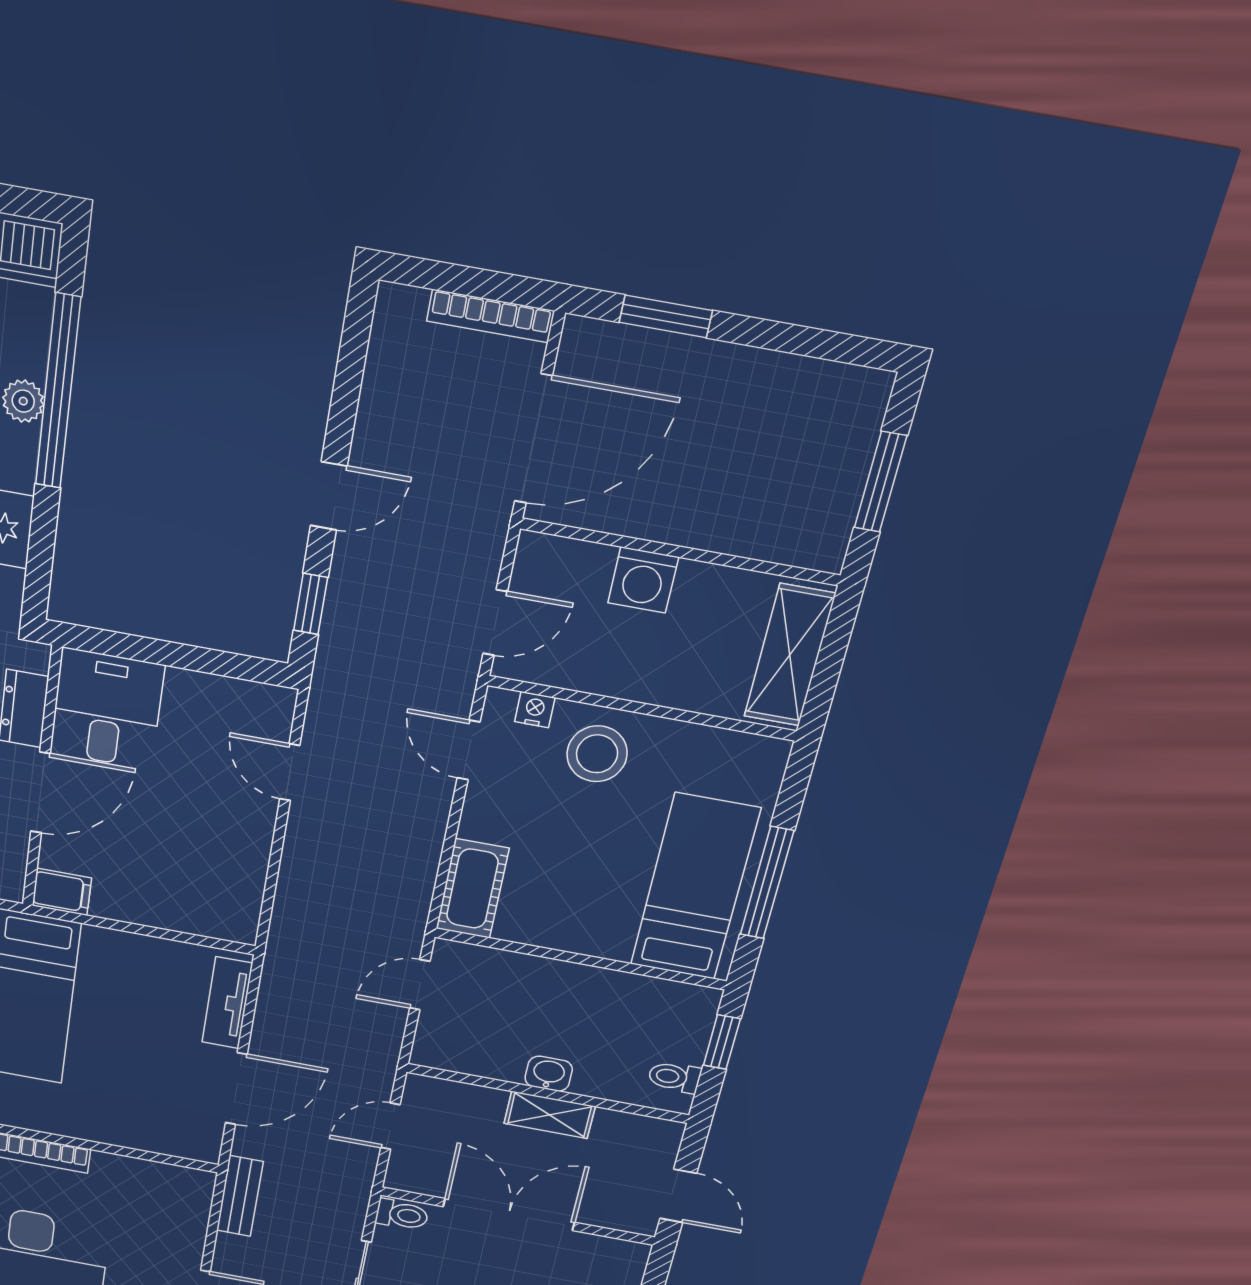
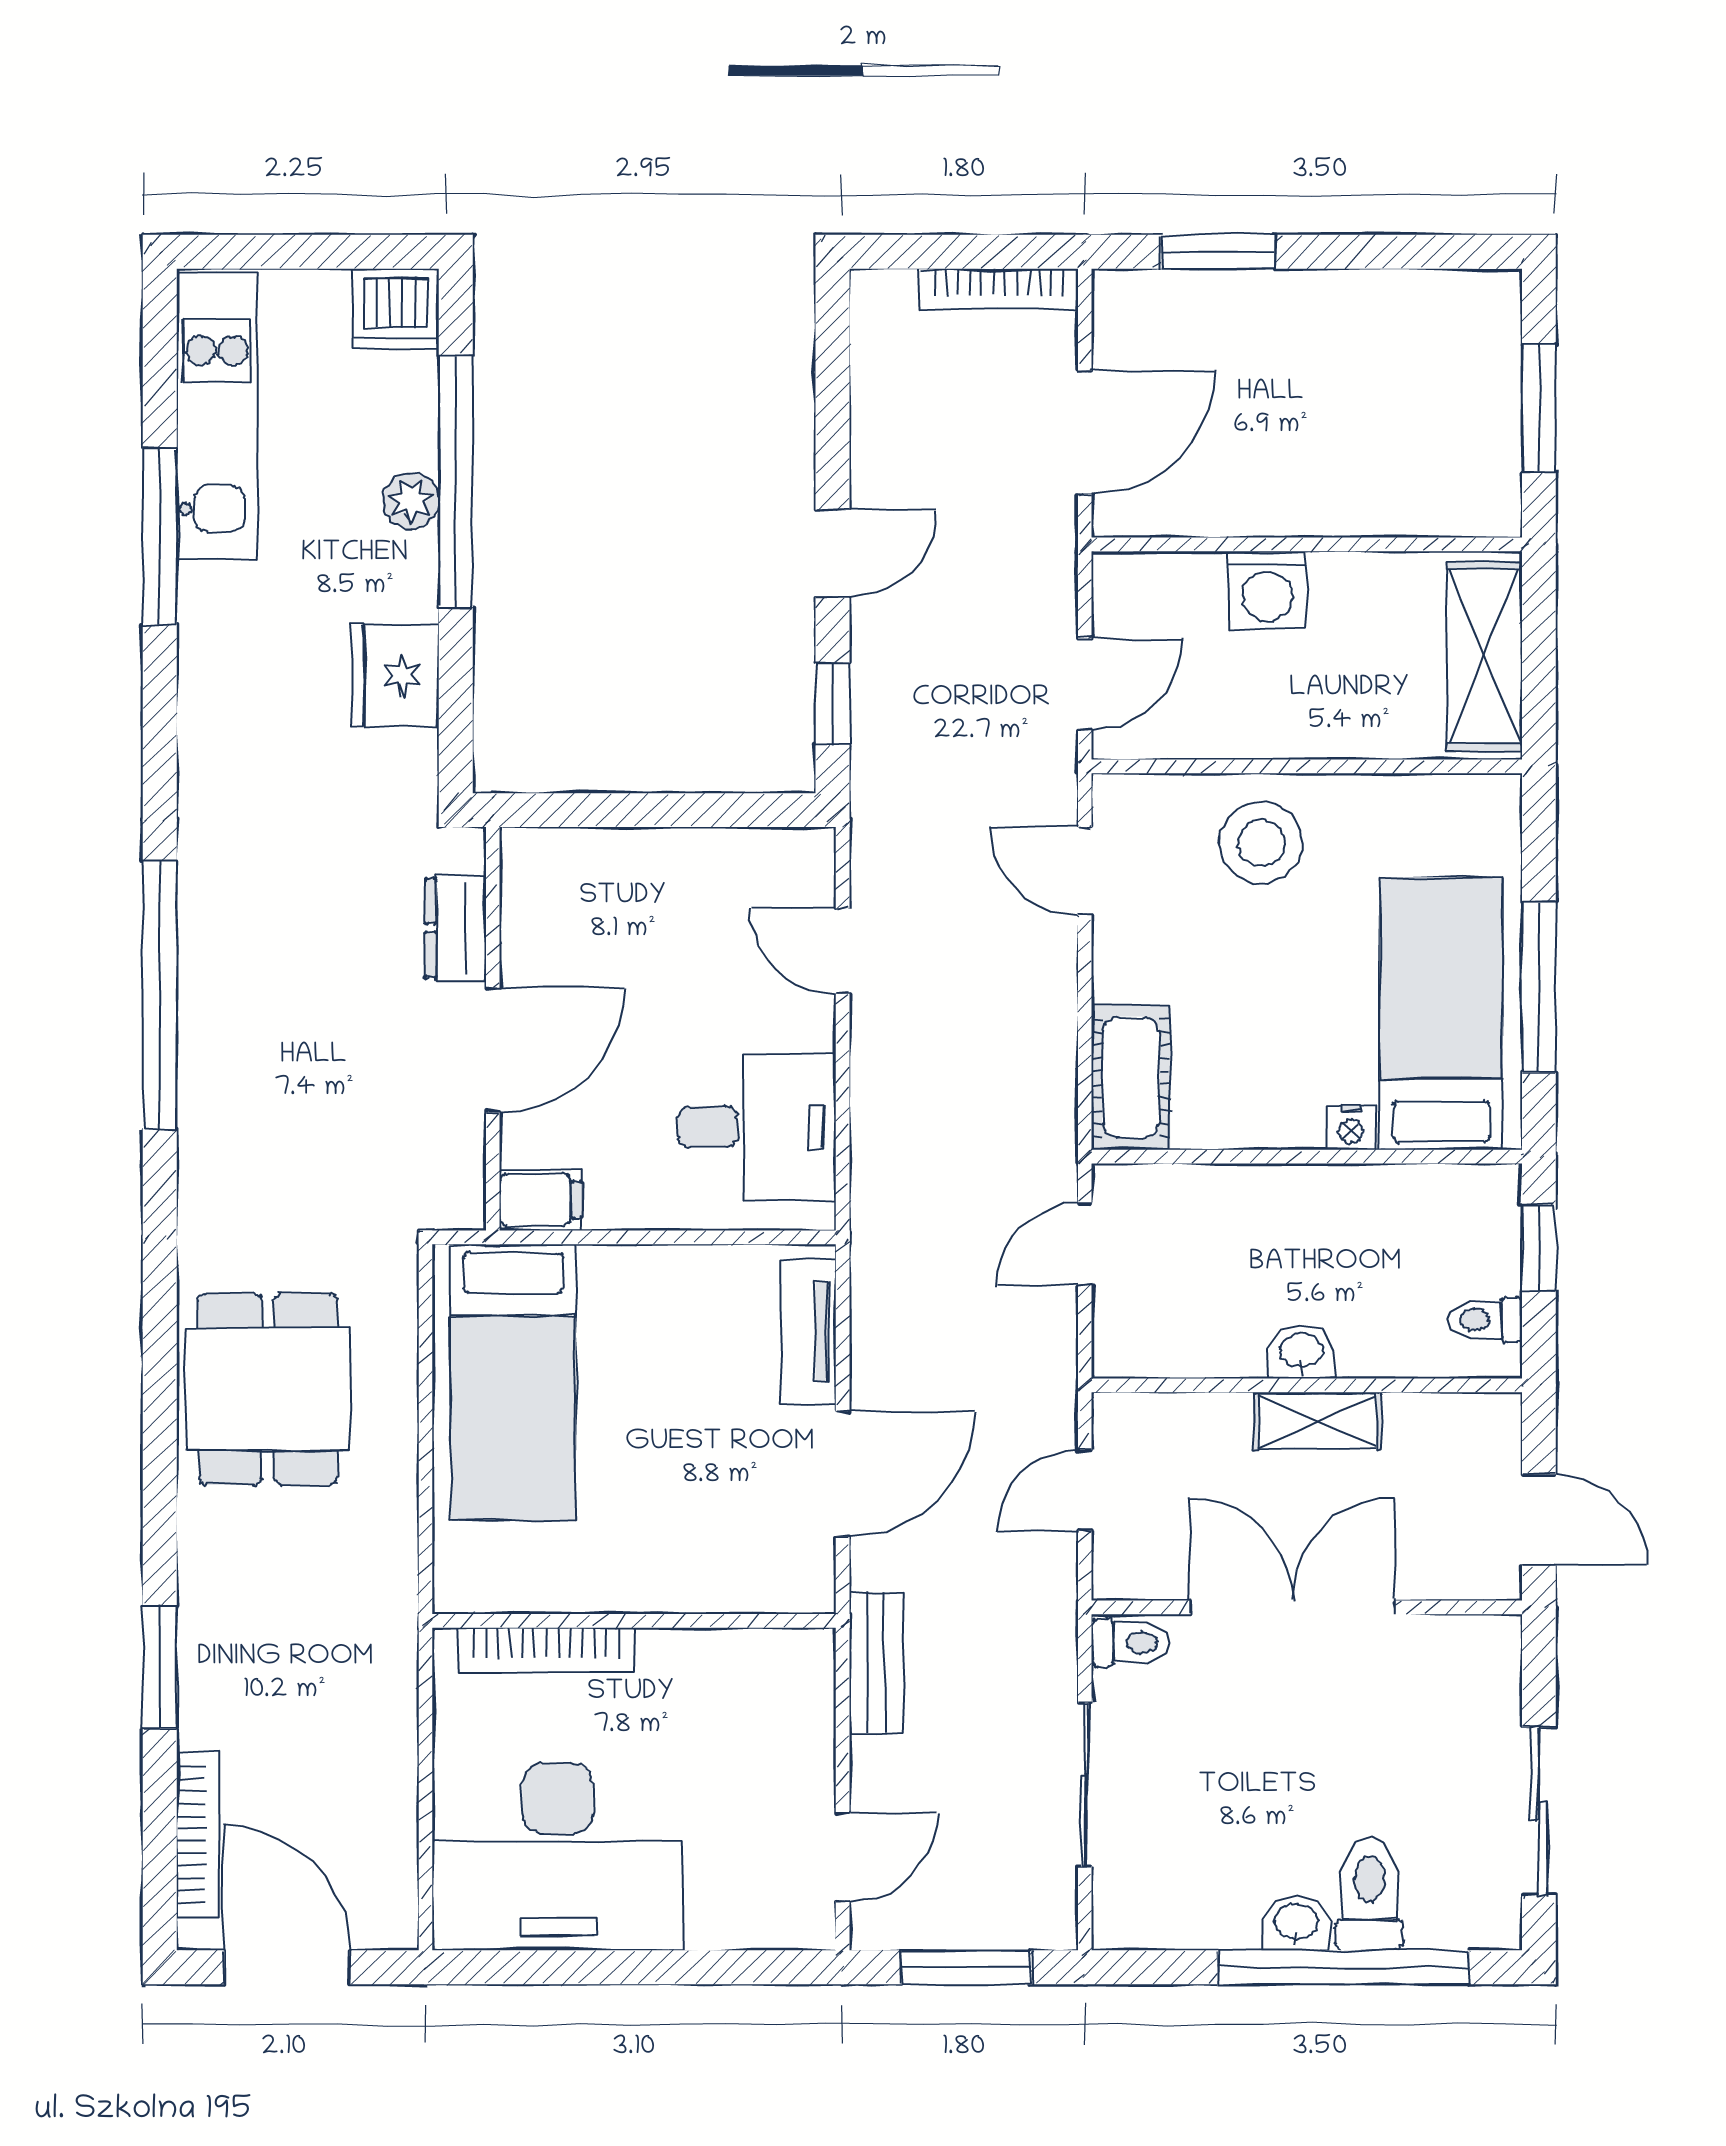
door: (533, 439) -> (1085, 432), width x0.73
desk: (107, 709) -> (757, 1127), moved, turned 90
nightstand: (535, 710) -> (1351, 1127), moved, turned 180

